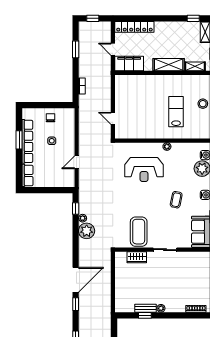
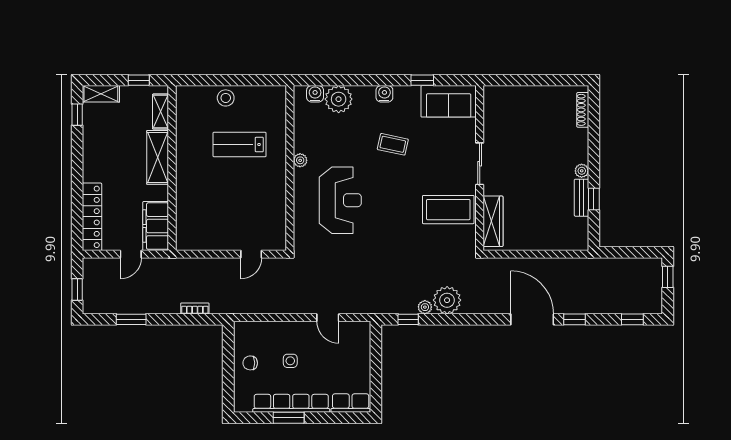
wardrobe: (137, 257) -> (493, 221), width x1.50

